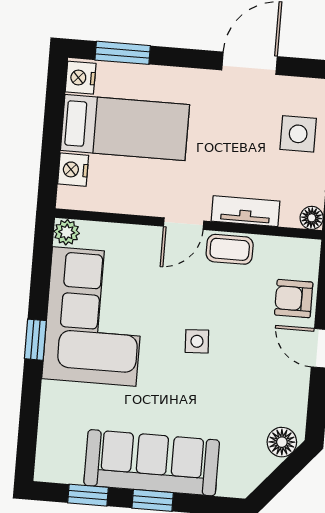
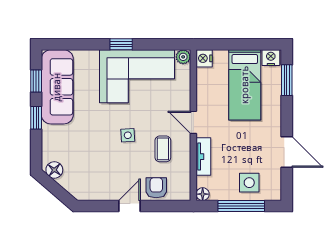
nightstand: (73, 170) -> (204, 58), moved, turned -90
coffee table: (230, 249) -> (163, 149), moved
floor lamp: (282, 442) -> (54, 170), moved
sofa: (152, 463) -> (57, 87), moved

